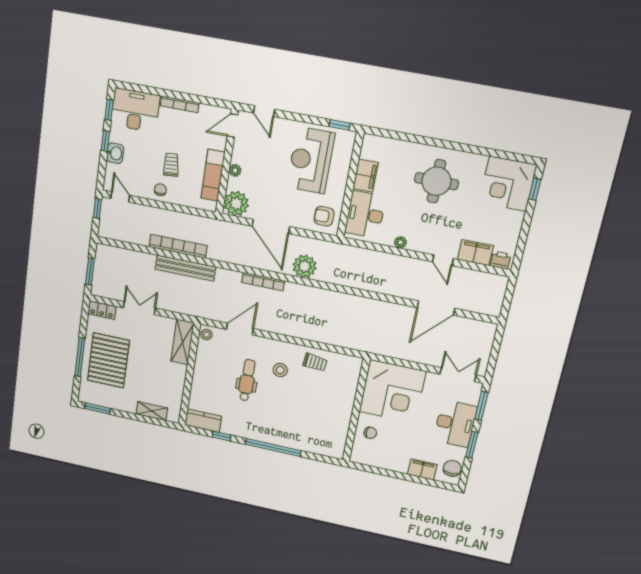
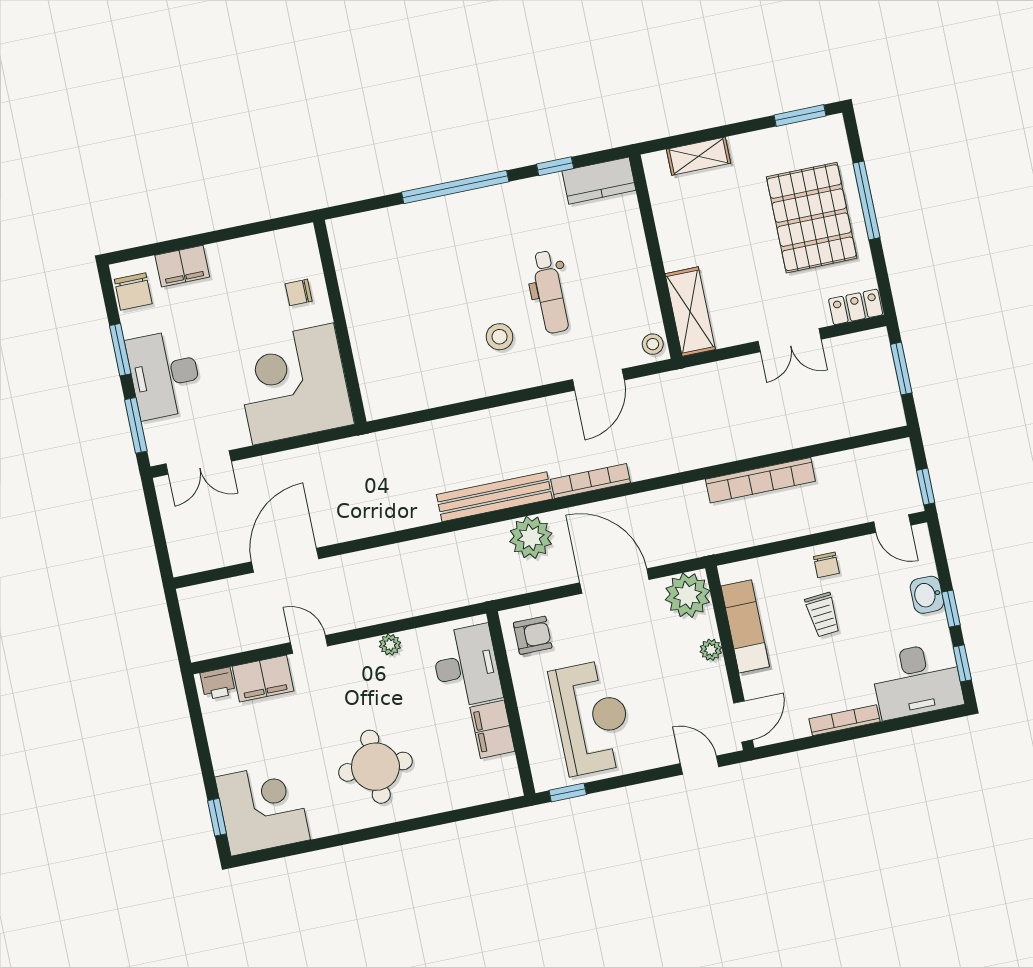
bench: (185, 268) -> (494, 497), moved
trolley: (315, 362) -> (446, 377), removed

